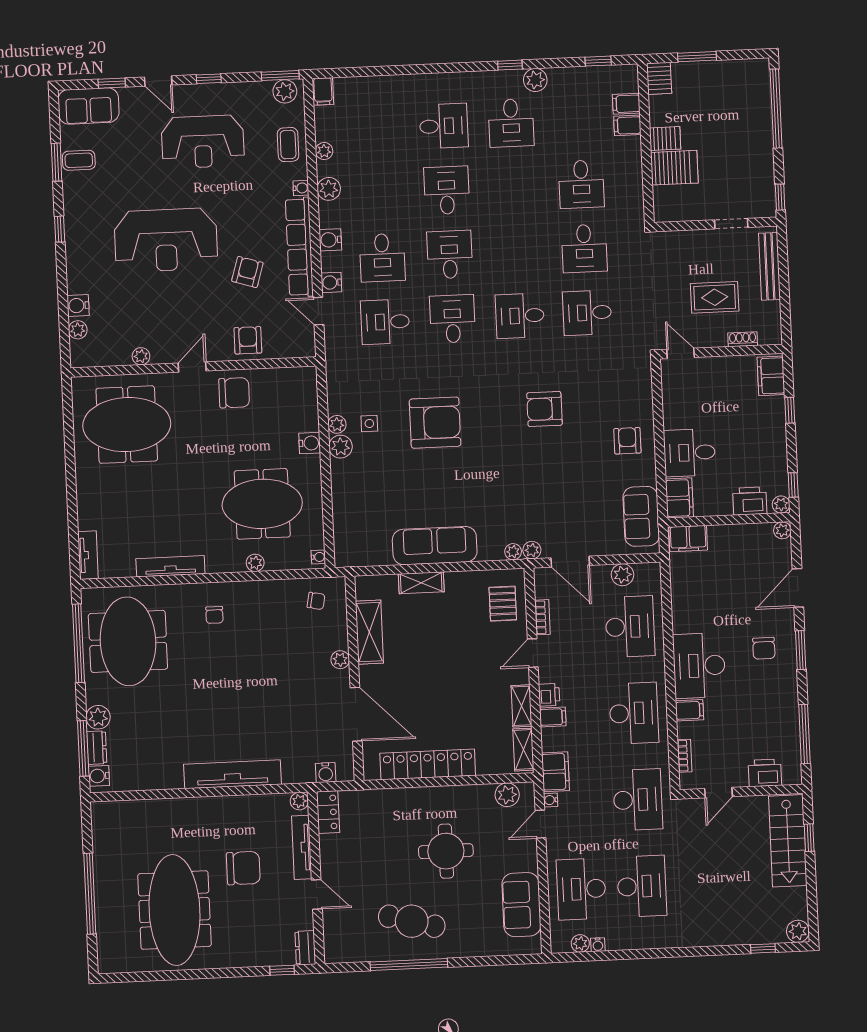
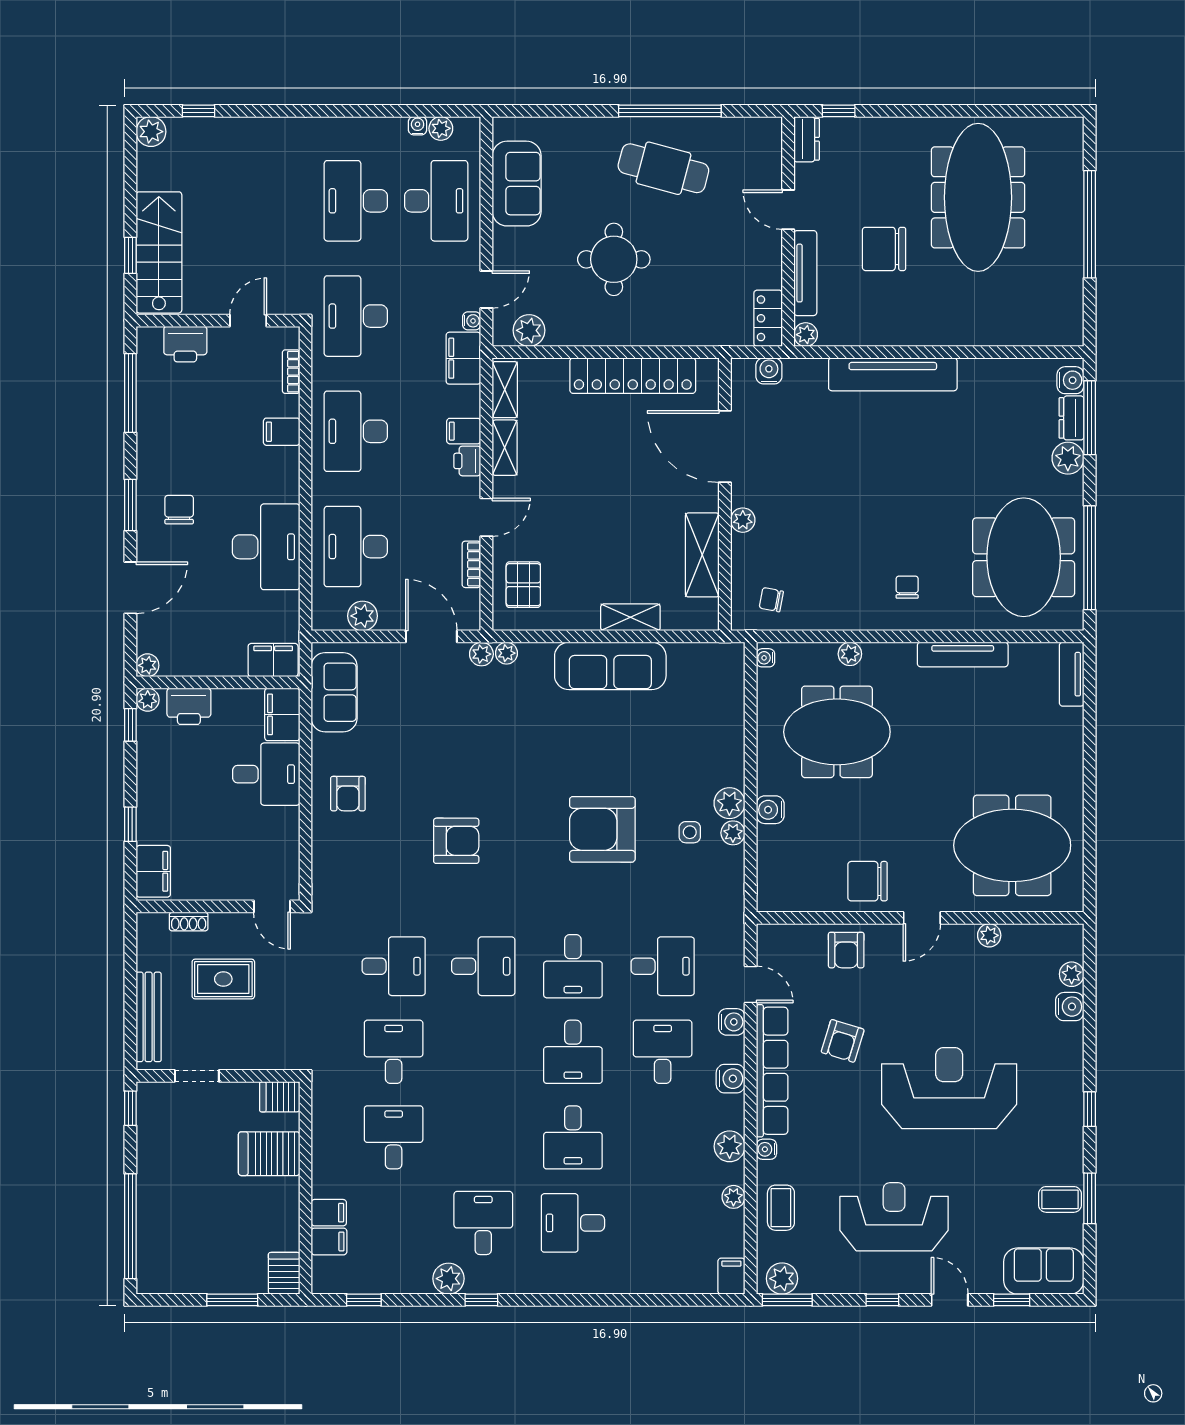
server rack: (665, 139) -> (280, 1097), moved
desk: (699, 666) -> (266, 547), moved

